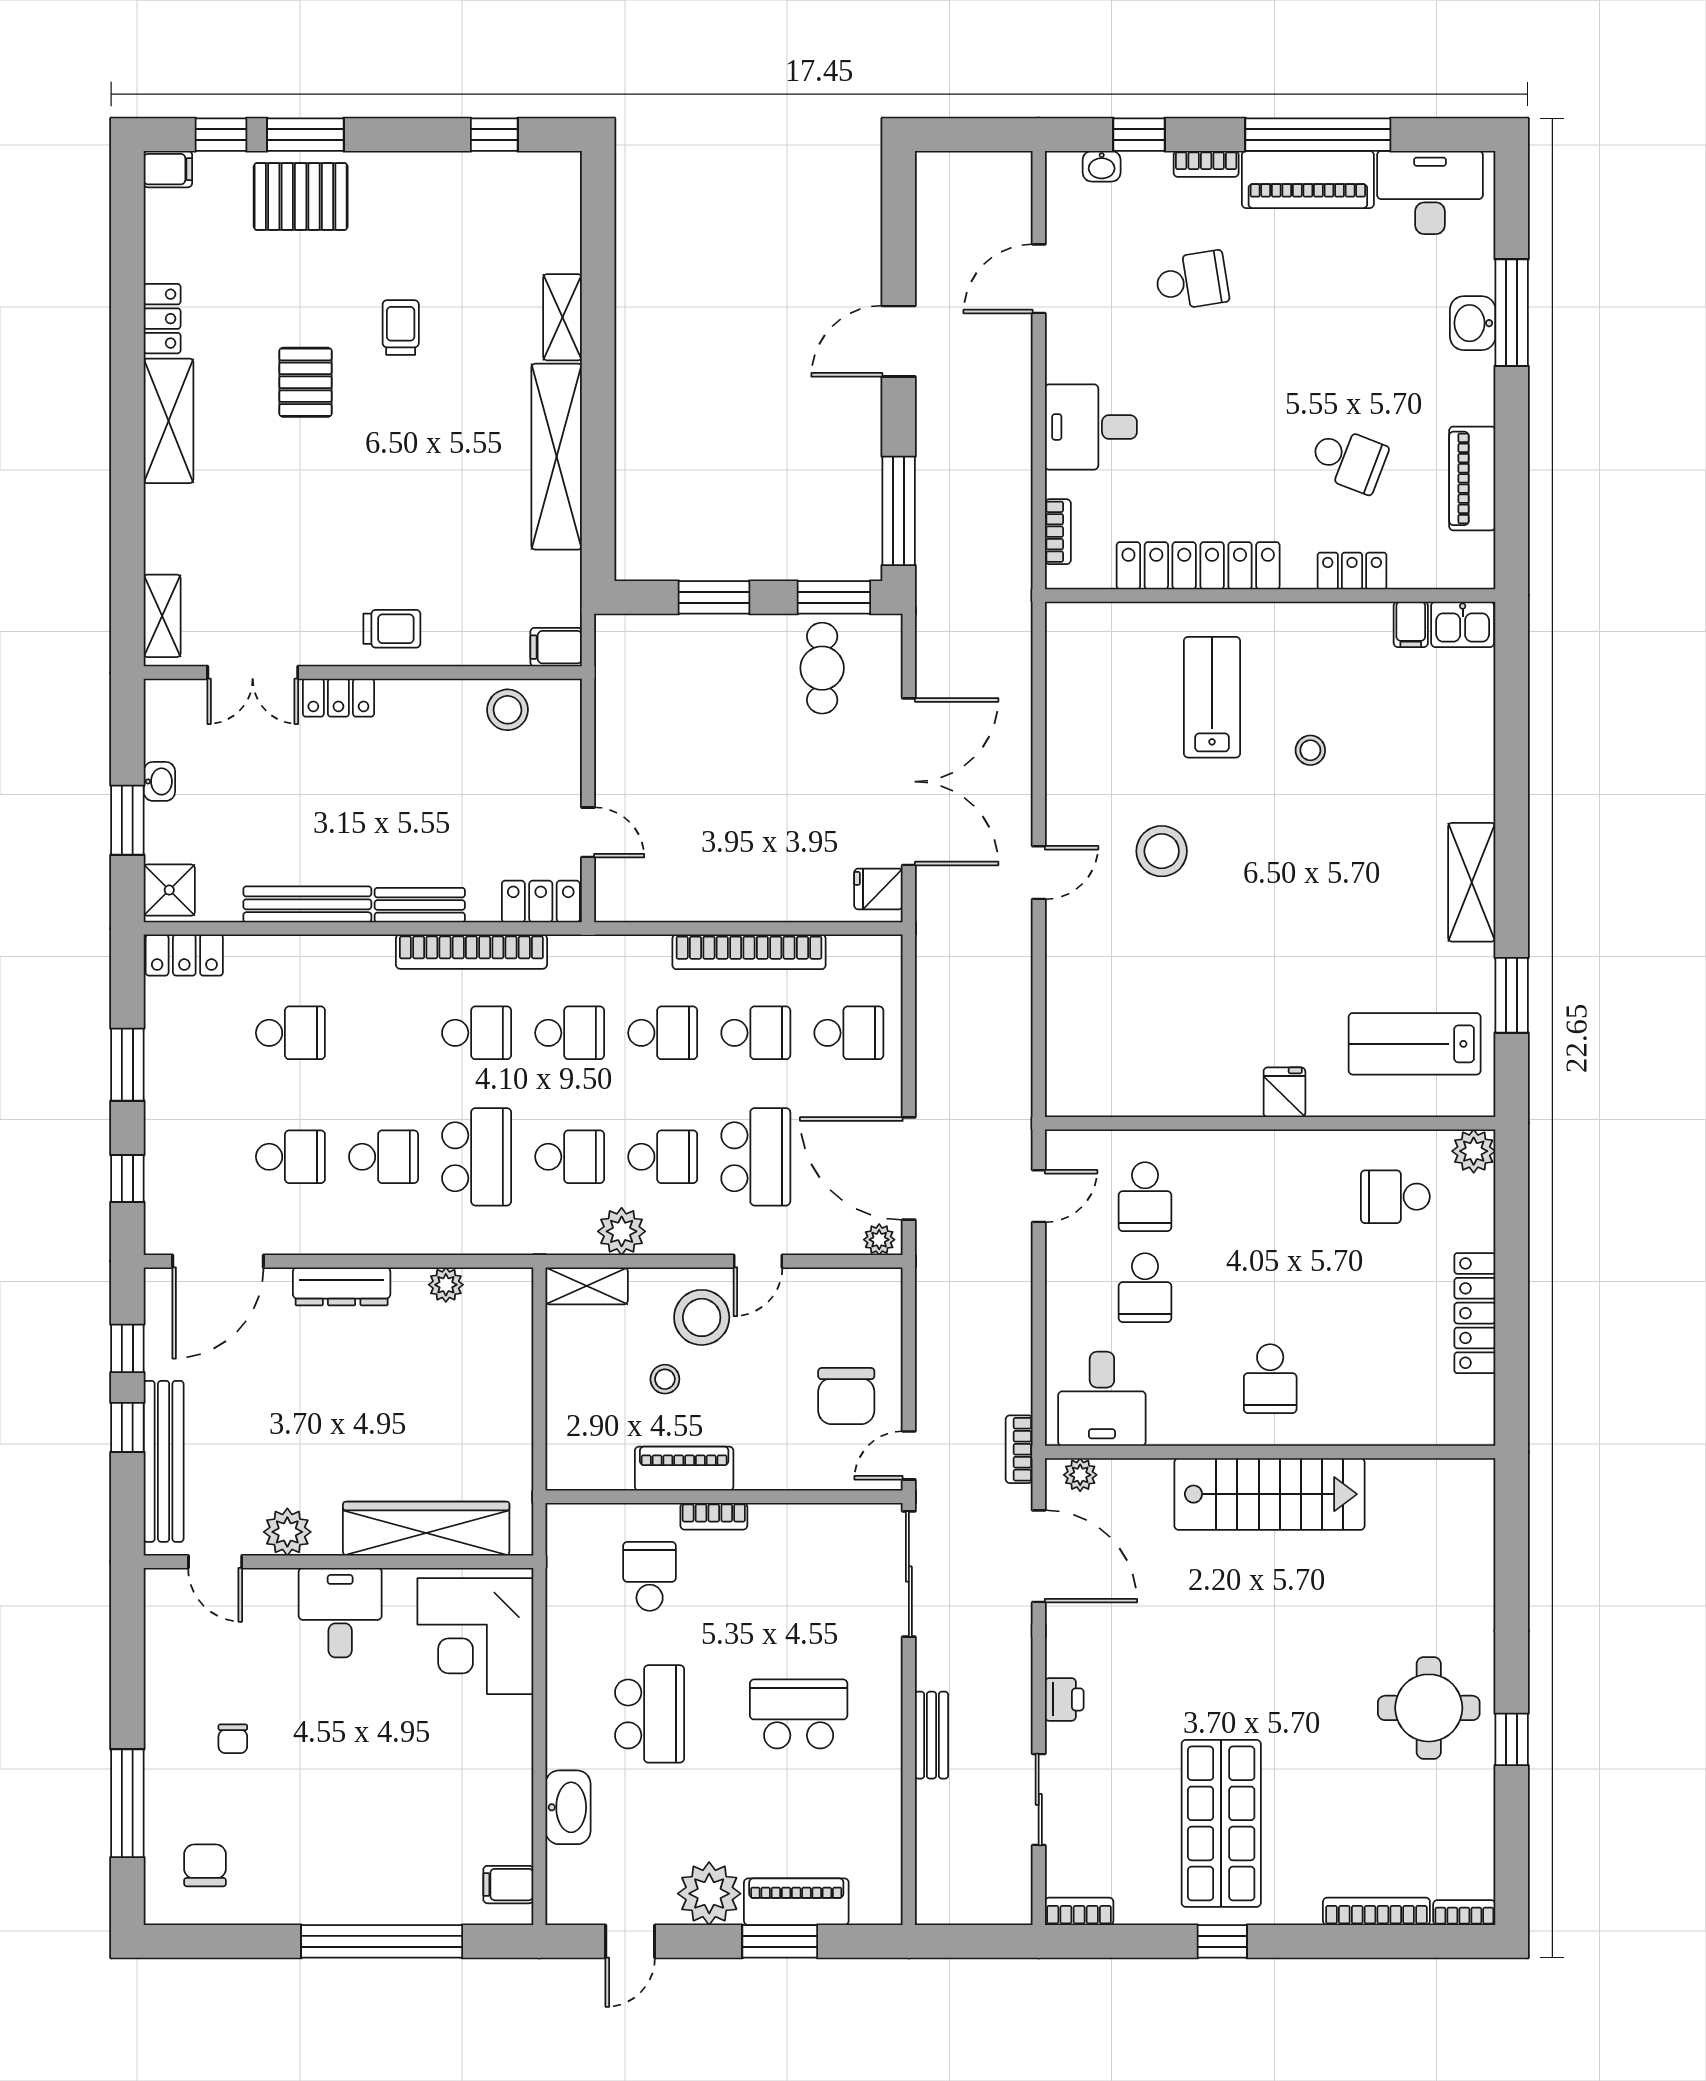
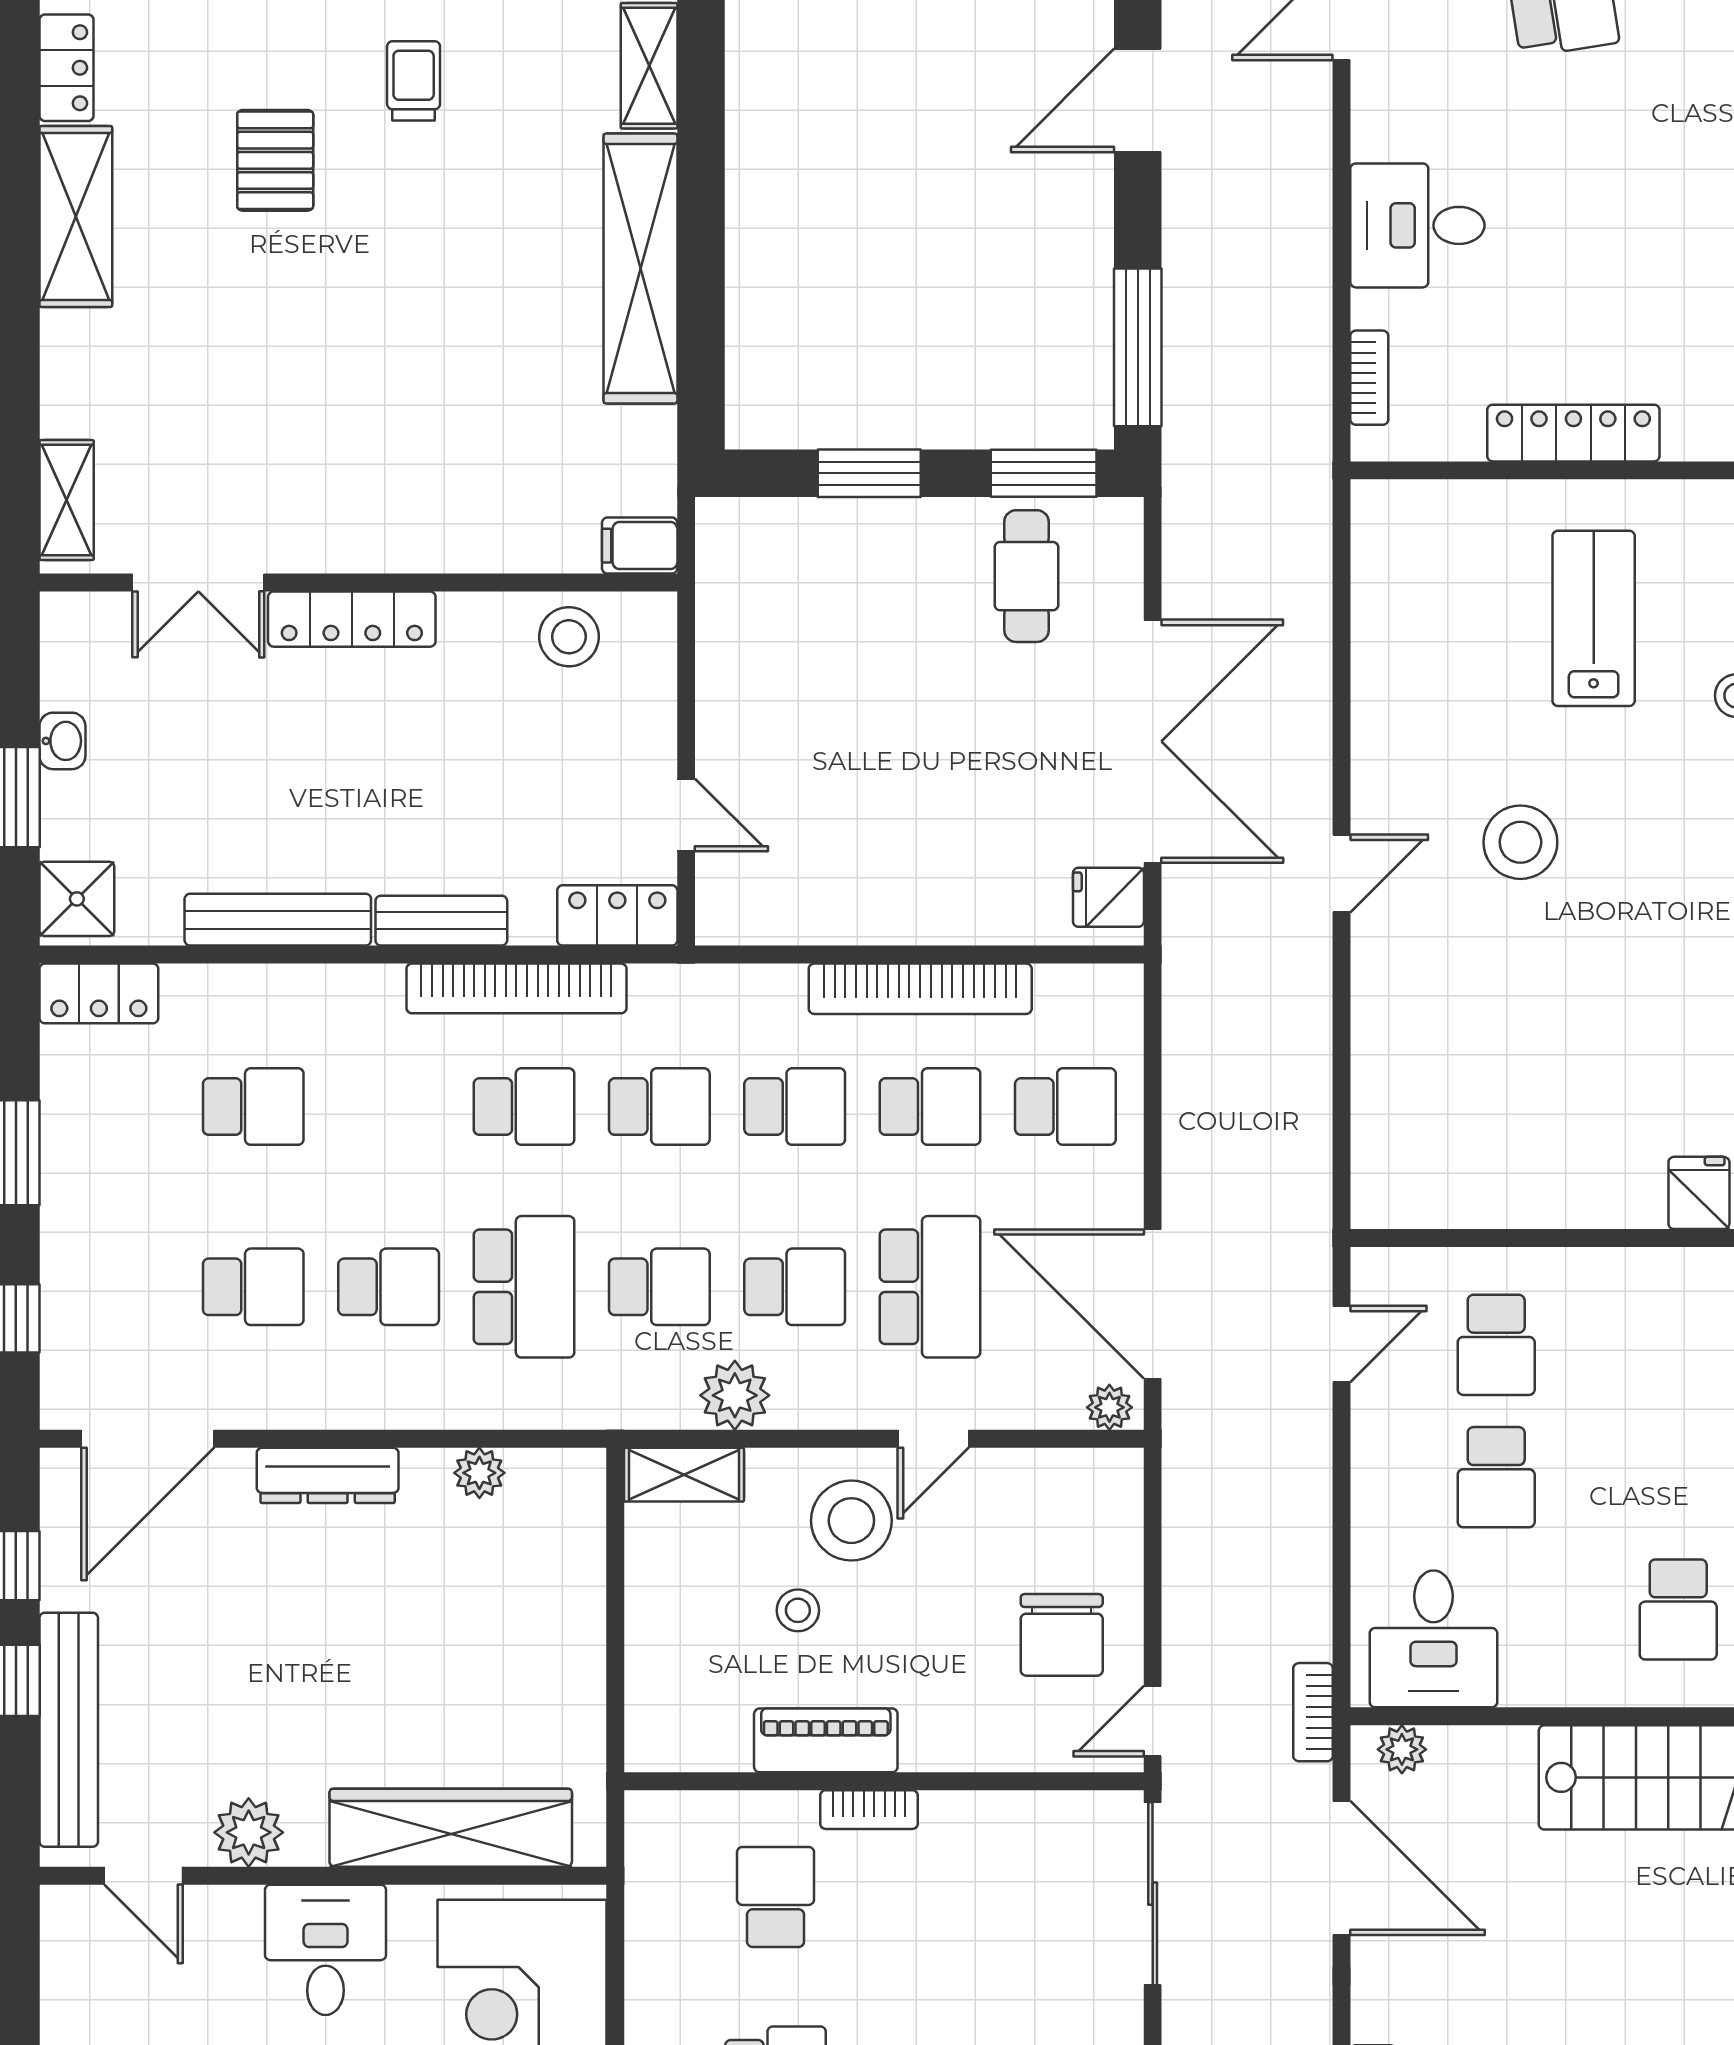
locker: (1198, 566) -> (1573, 433), width x0.71, depth x0.83
trolley: (392, 629) -> (401, 519), removed
locker: (338, 698) -> (352, 619), width x1.53

